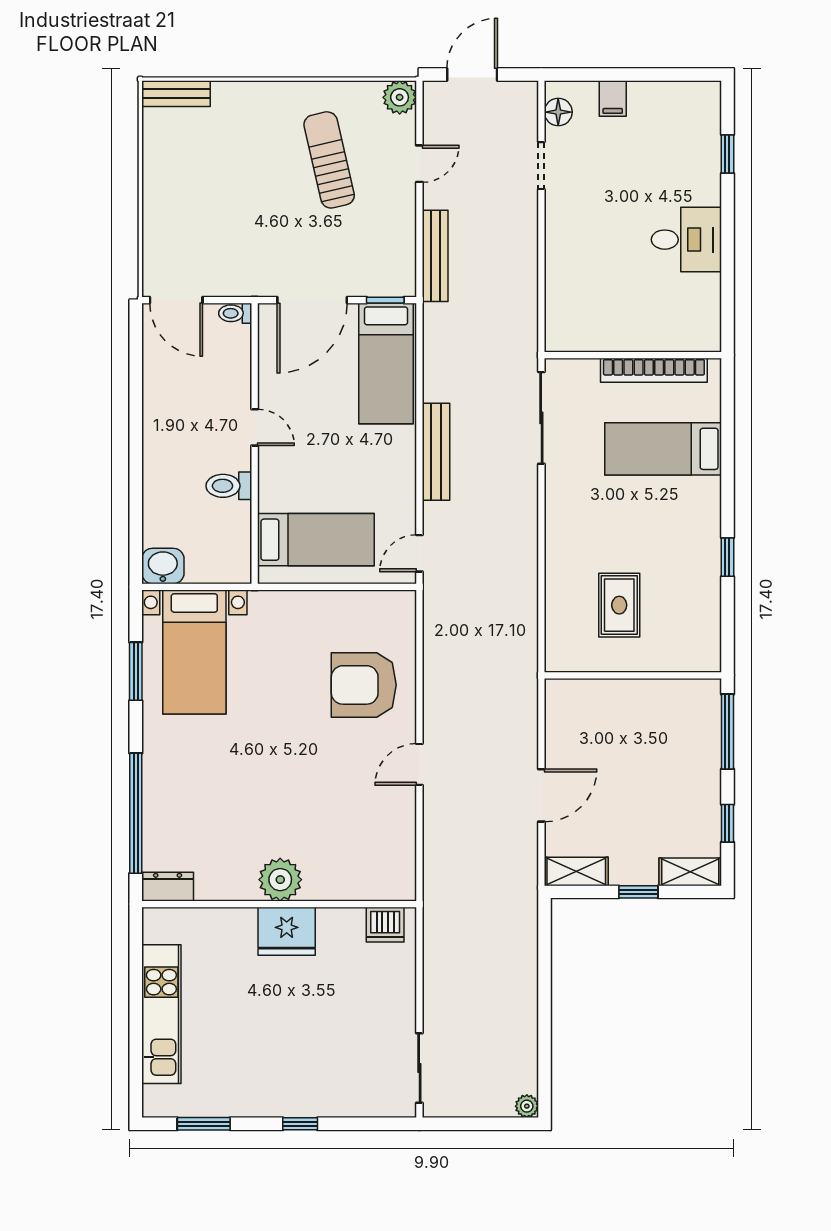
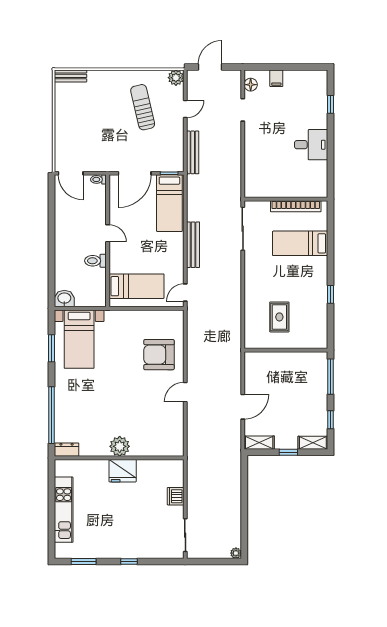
dishwasher: (385, 925) -> (176, 496), moved, turned 90

